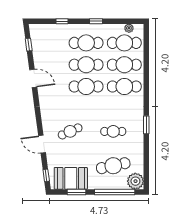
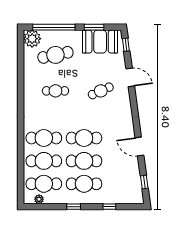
window: (146, 125) -> (21, 98), removed

